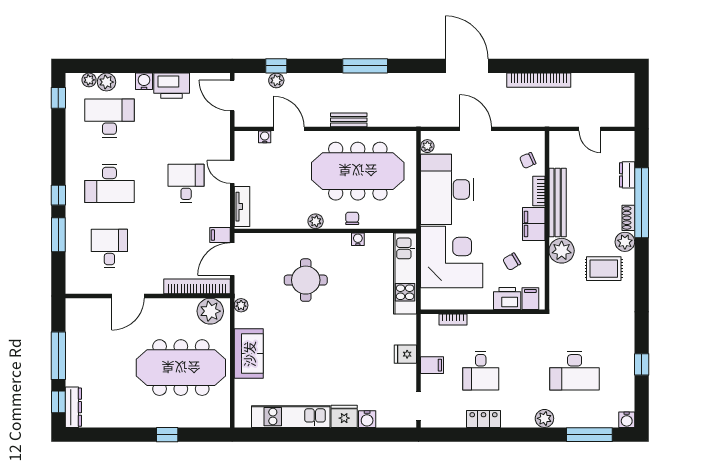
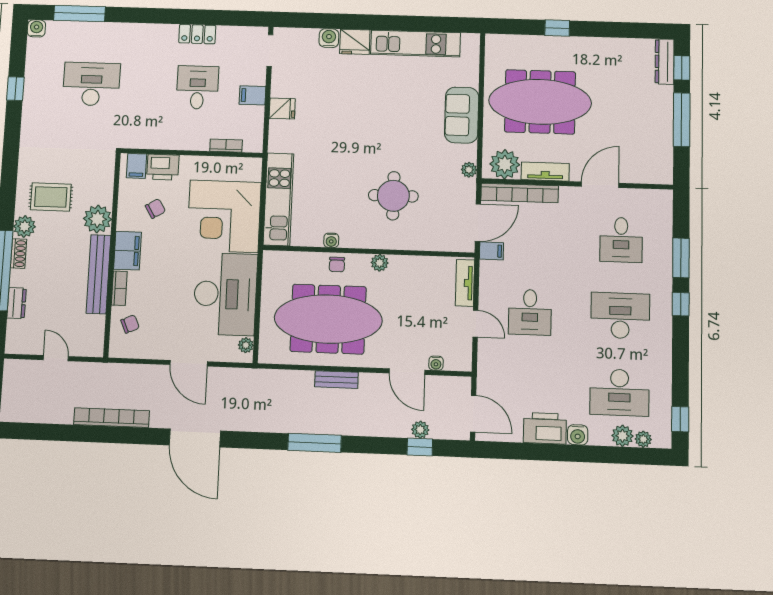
tv unit: (175, 306) -> (545, 172), added
plant: (544, 418) -> (129, 33), removed

